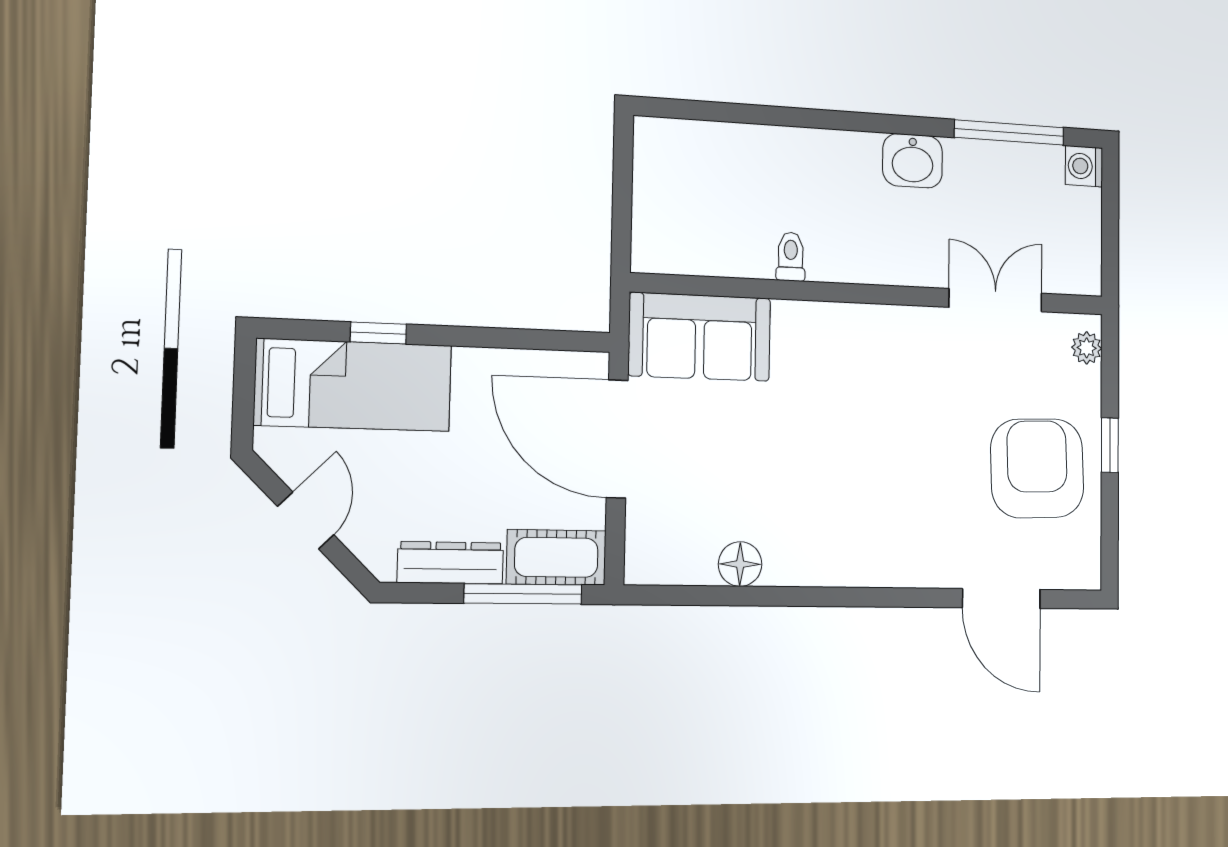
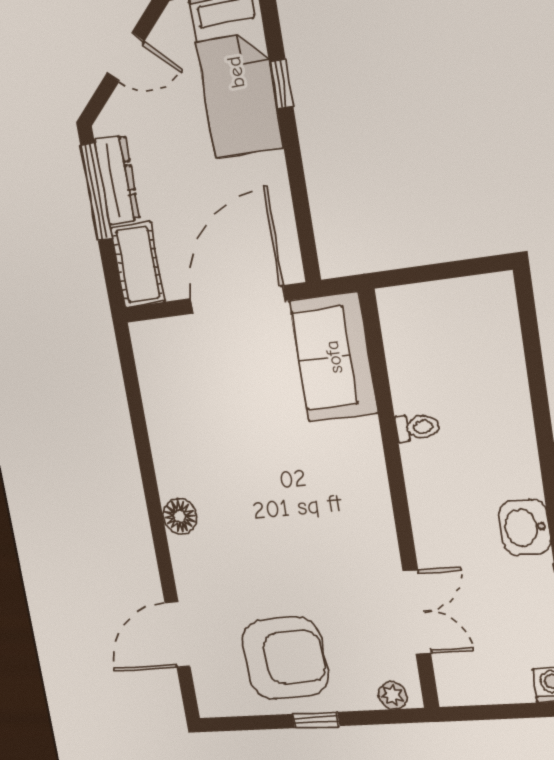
floor lamp: (740, 564) -> (180, 516), moved
window: (523, 594) -> (96, 192), moved

